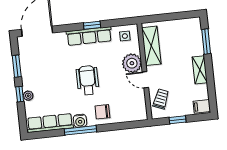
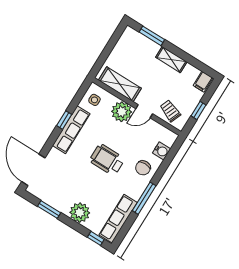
window: (20, 94) -> (96, 238), moved
plant: (28, 96) -> (80, 213), width x1.88, depth x1.88
water cooler: (80, 121) -> (161, 151), moved

